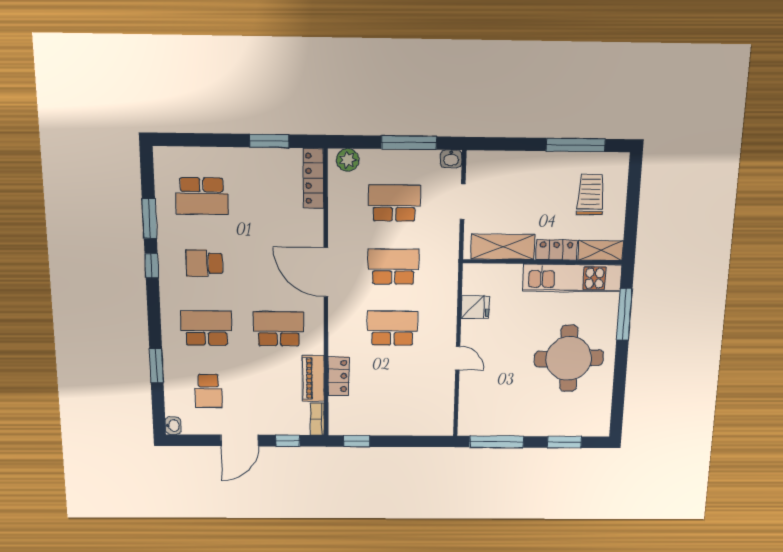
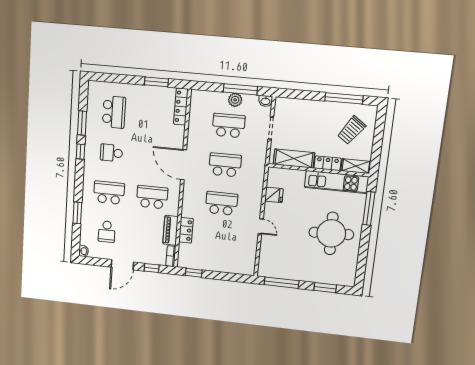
plant: (348, 160) -> (235, 100), moved
trolley: (591, 195) -> (352, 130), turned -145
school desk: (202, 196) -> (114, 112), turned -90

